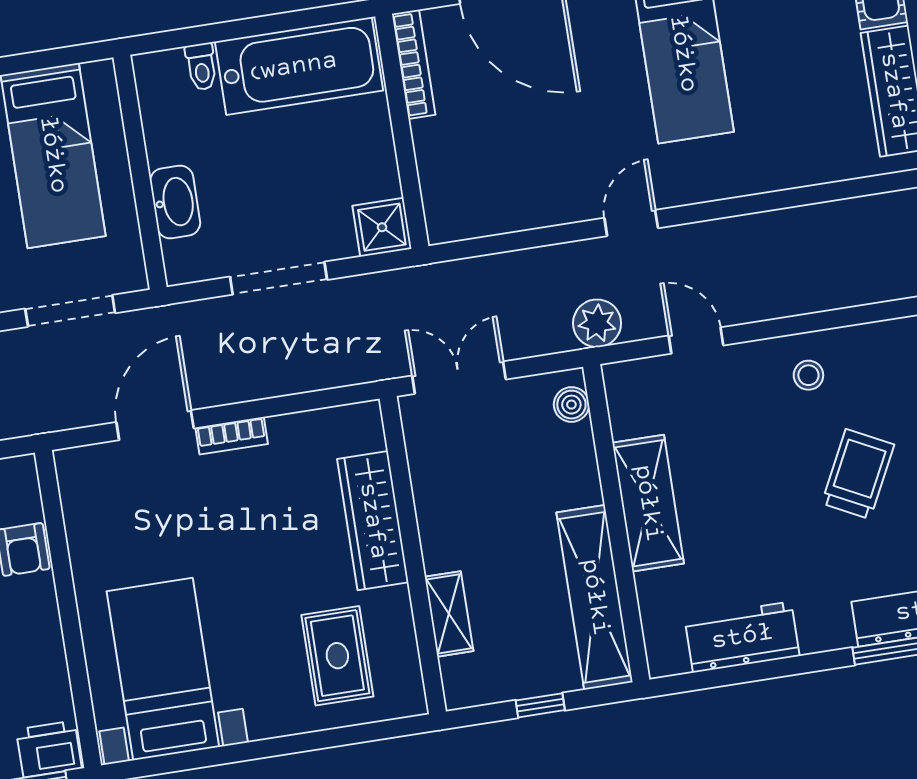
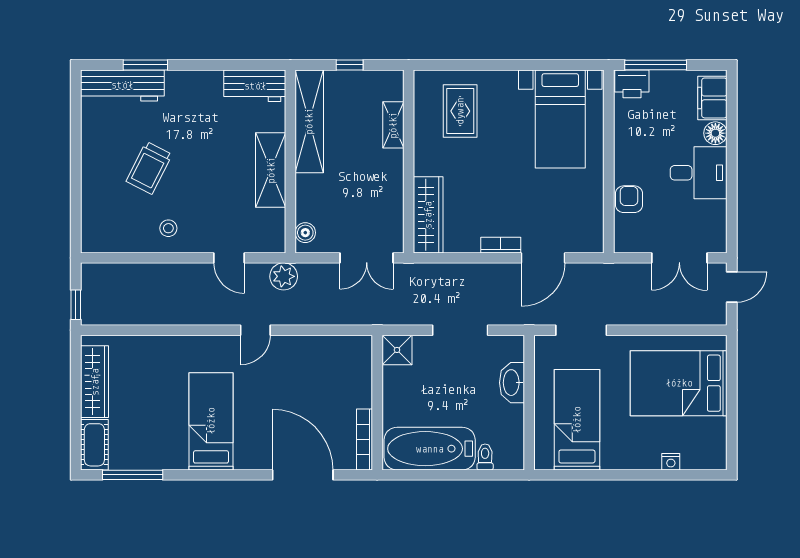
wardrobe: (373, 521) -> (428, 215), moved
workbench: (742, 637) -> (255, 86), moved

